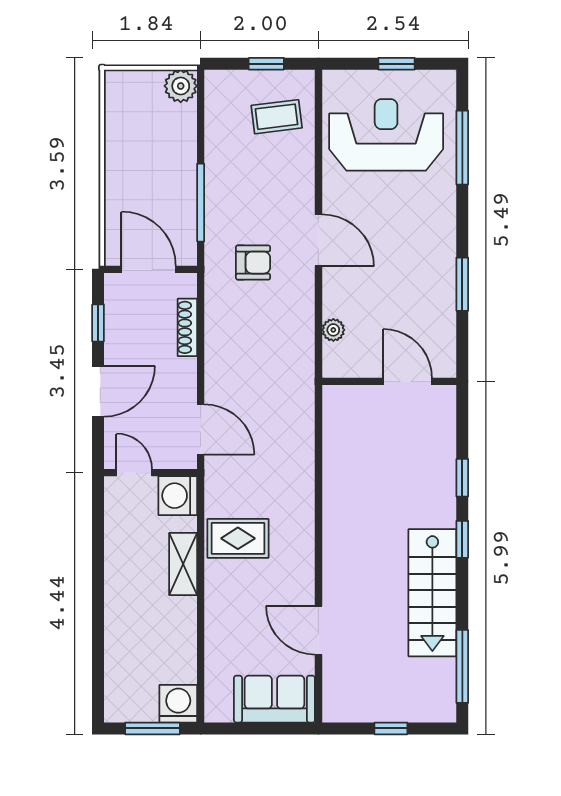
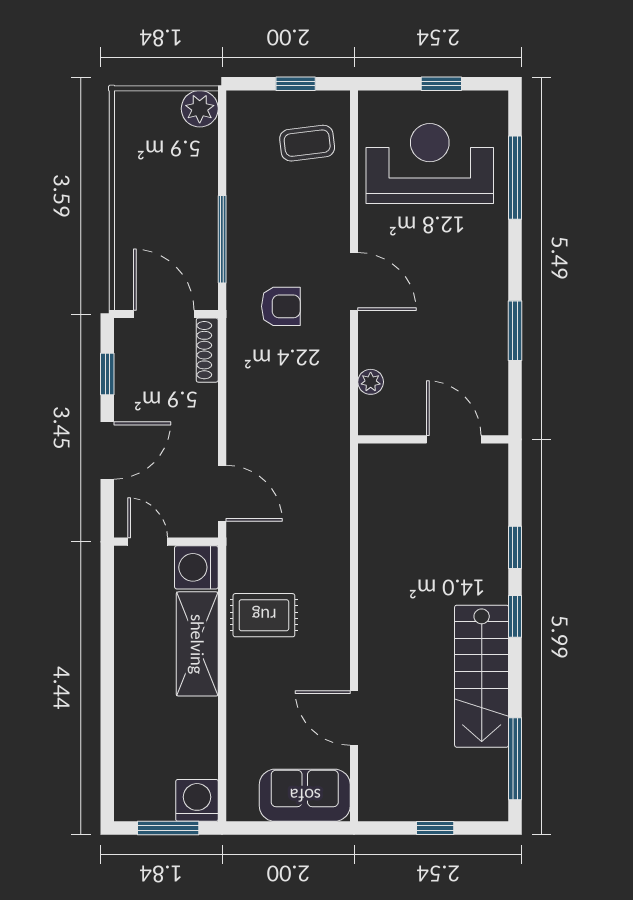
shoe rack: (187, 327) -> (207, 350), moved
shelving: (183, 564) -> (197, 644), width x1.50, depth x1.33

